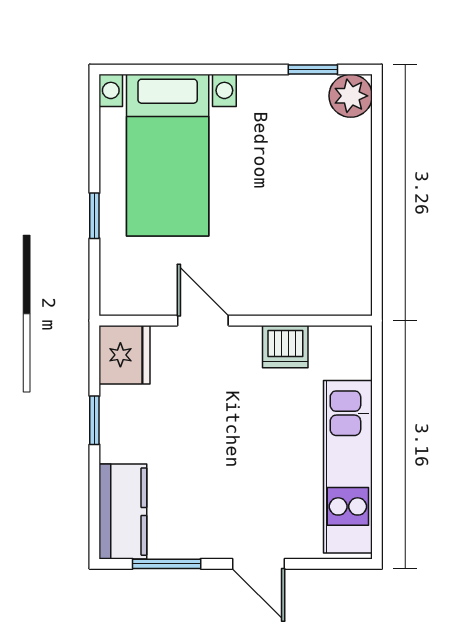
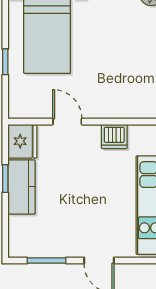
kitchen counter: (123, 512) -> (22, 187), moved

